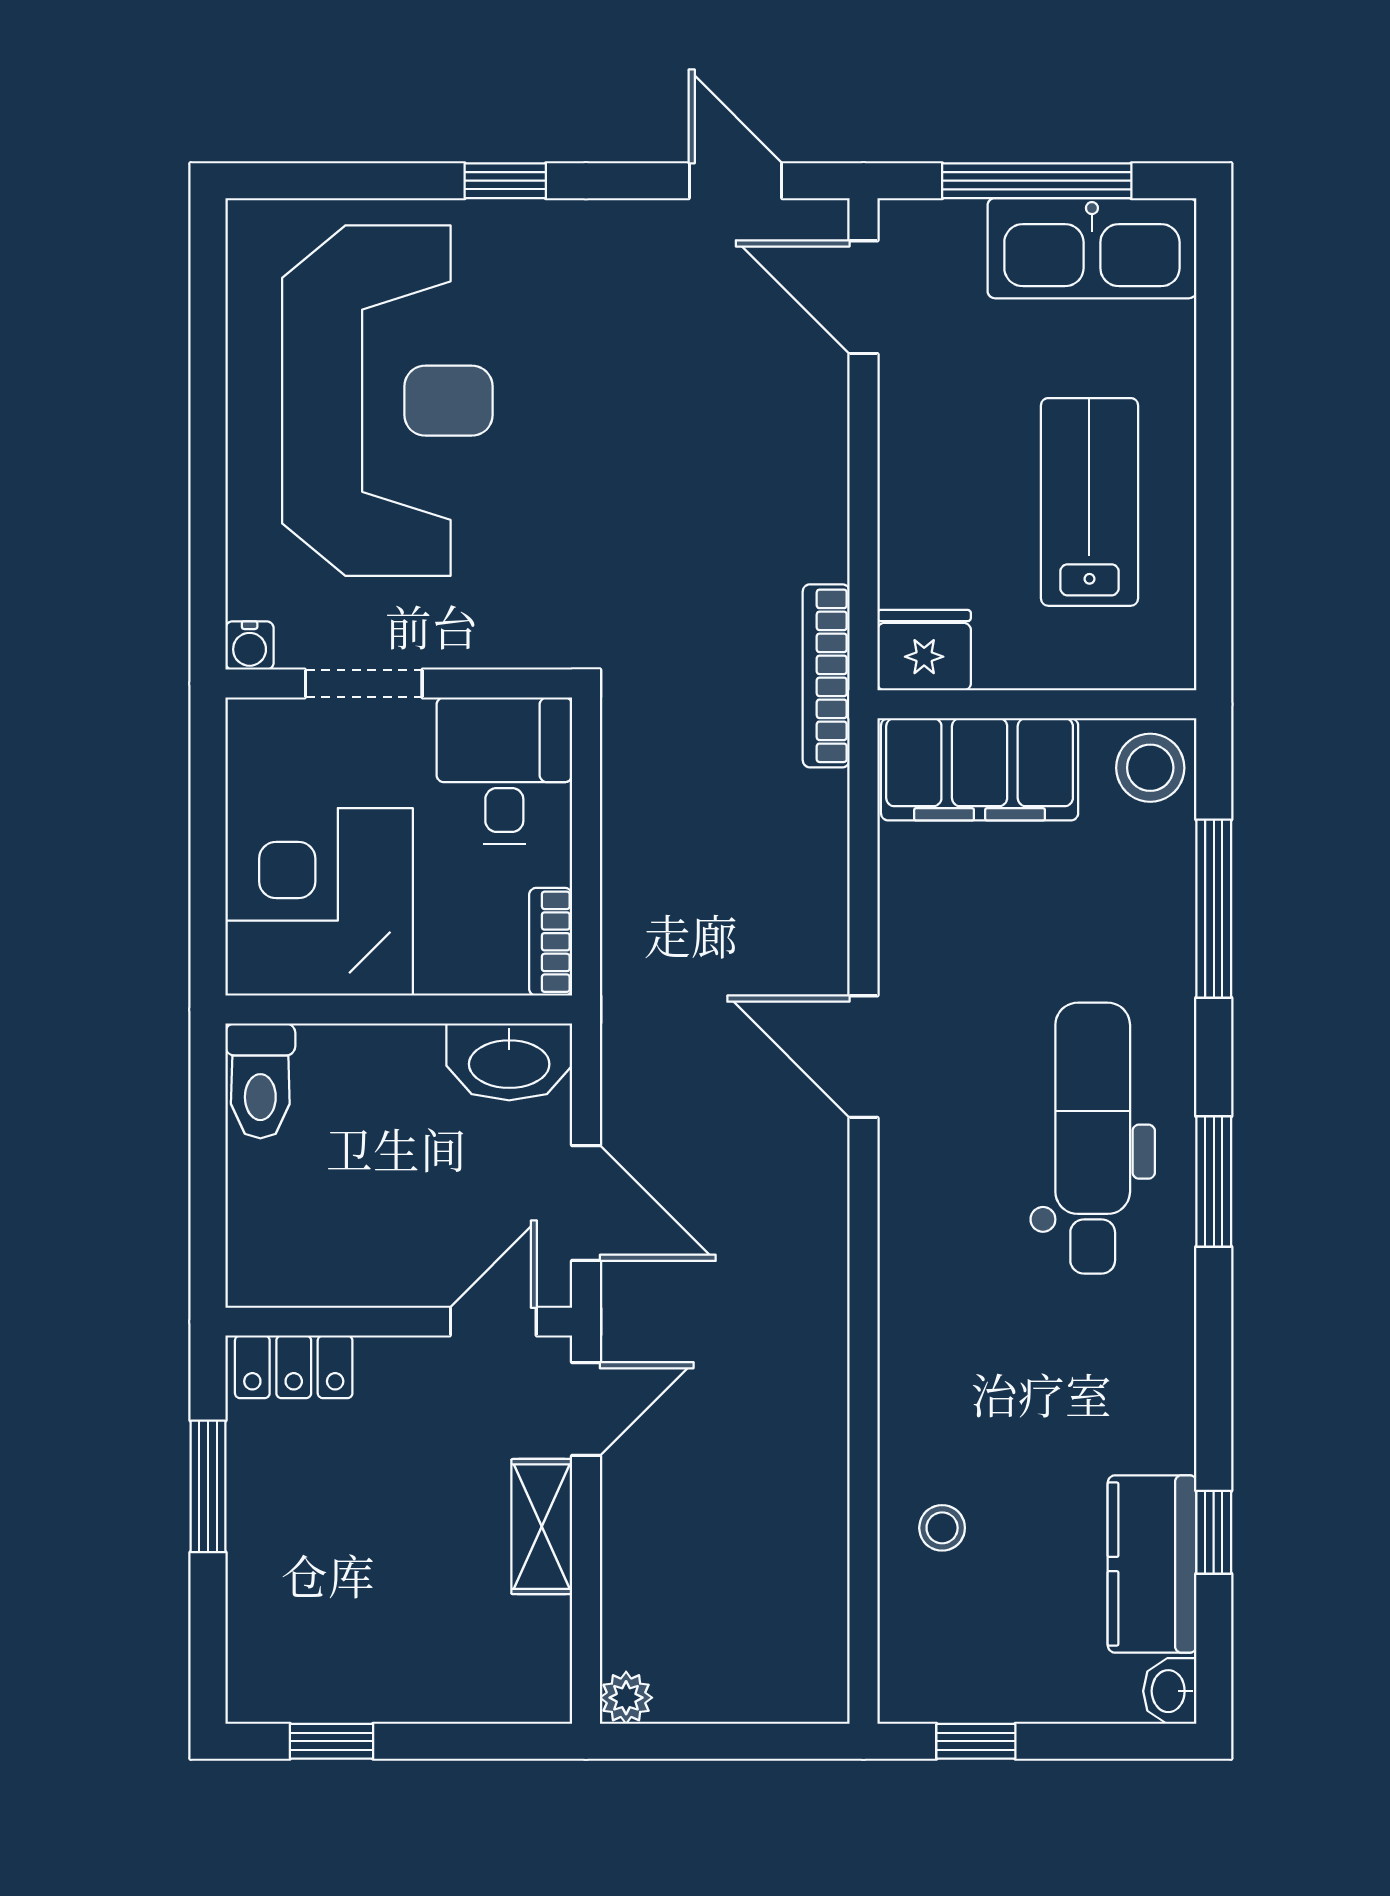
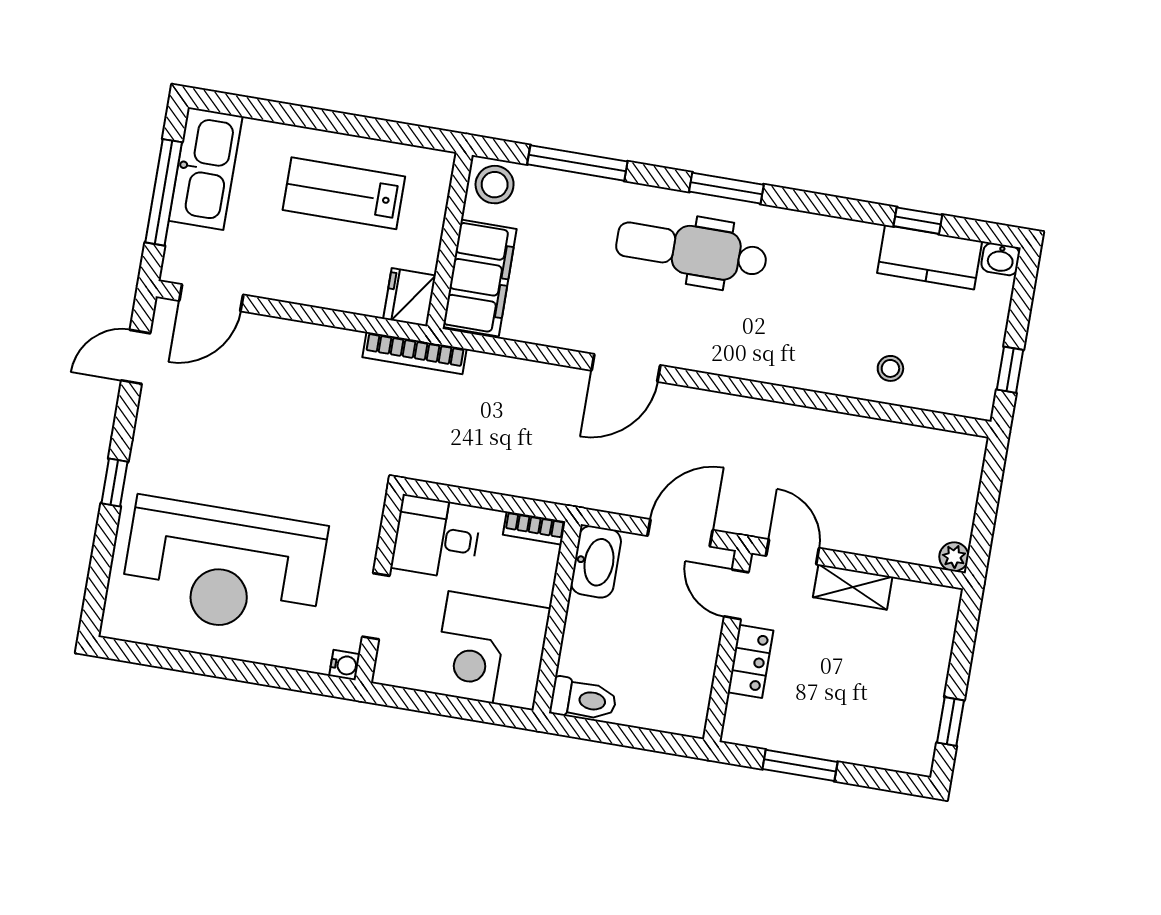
reception desk: (387, 401) -> (224, 567), turned 180
locker: (294, 1367) -> (750, 661), moved

